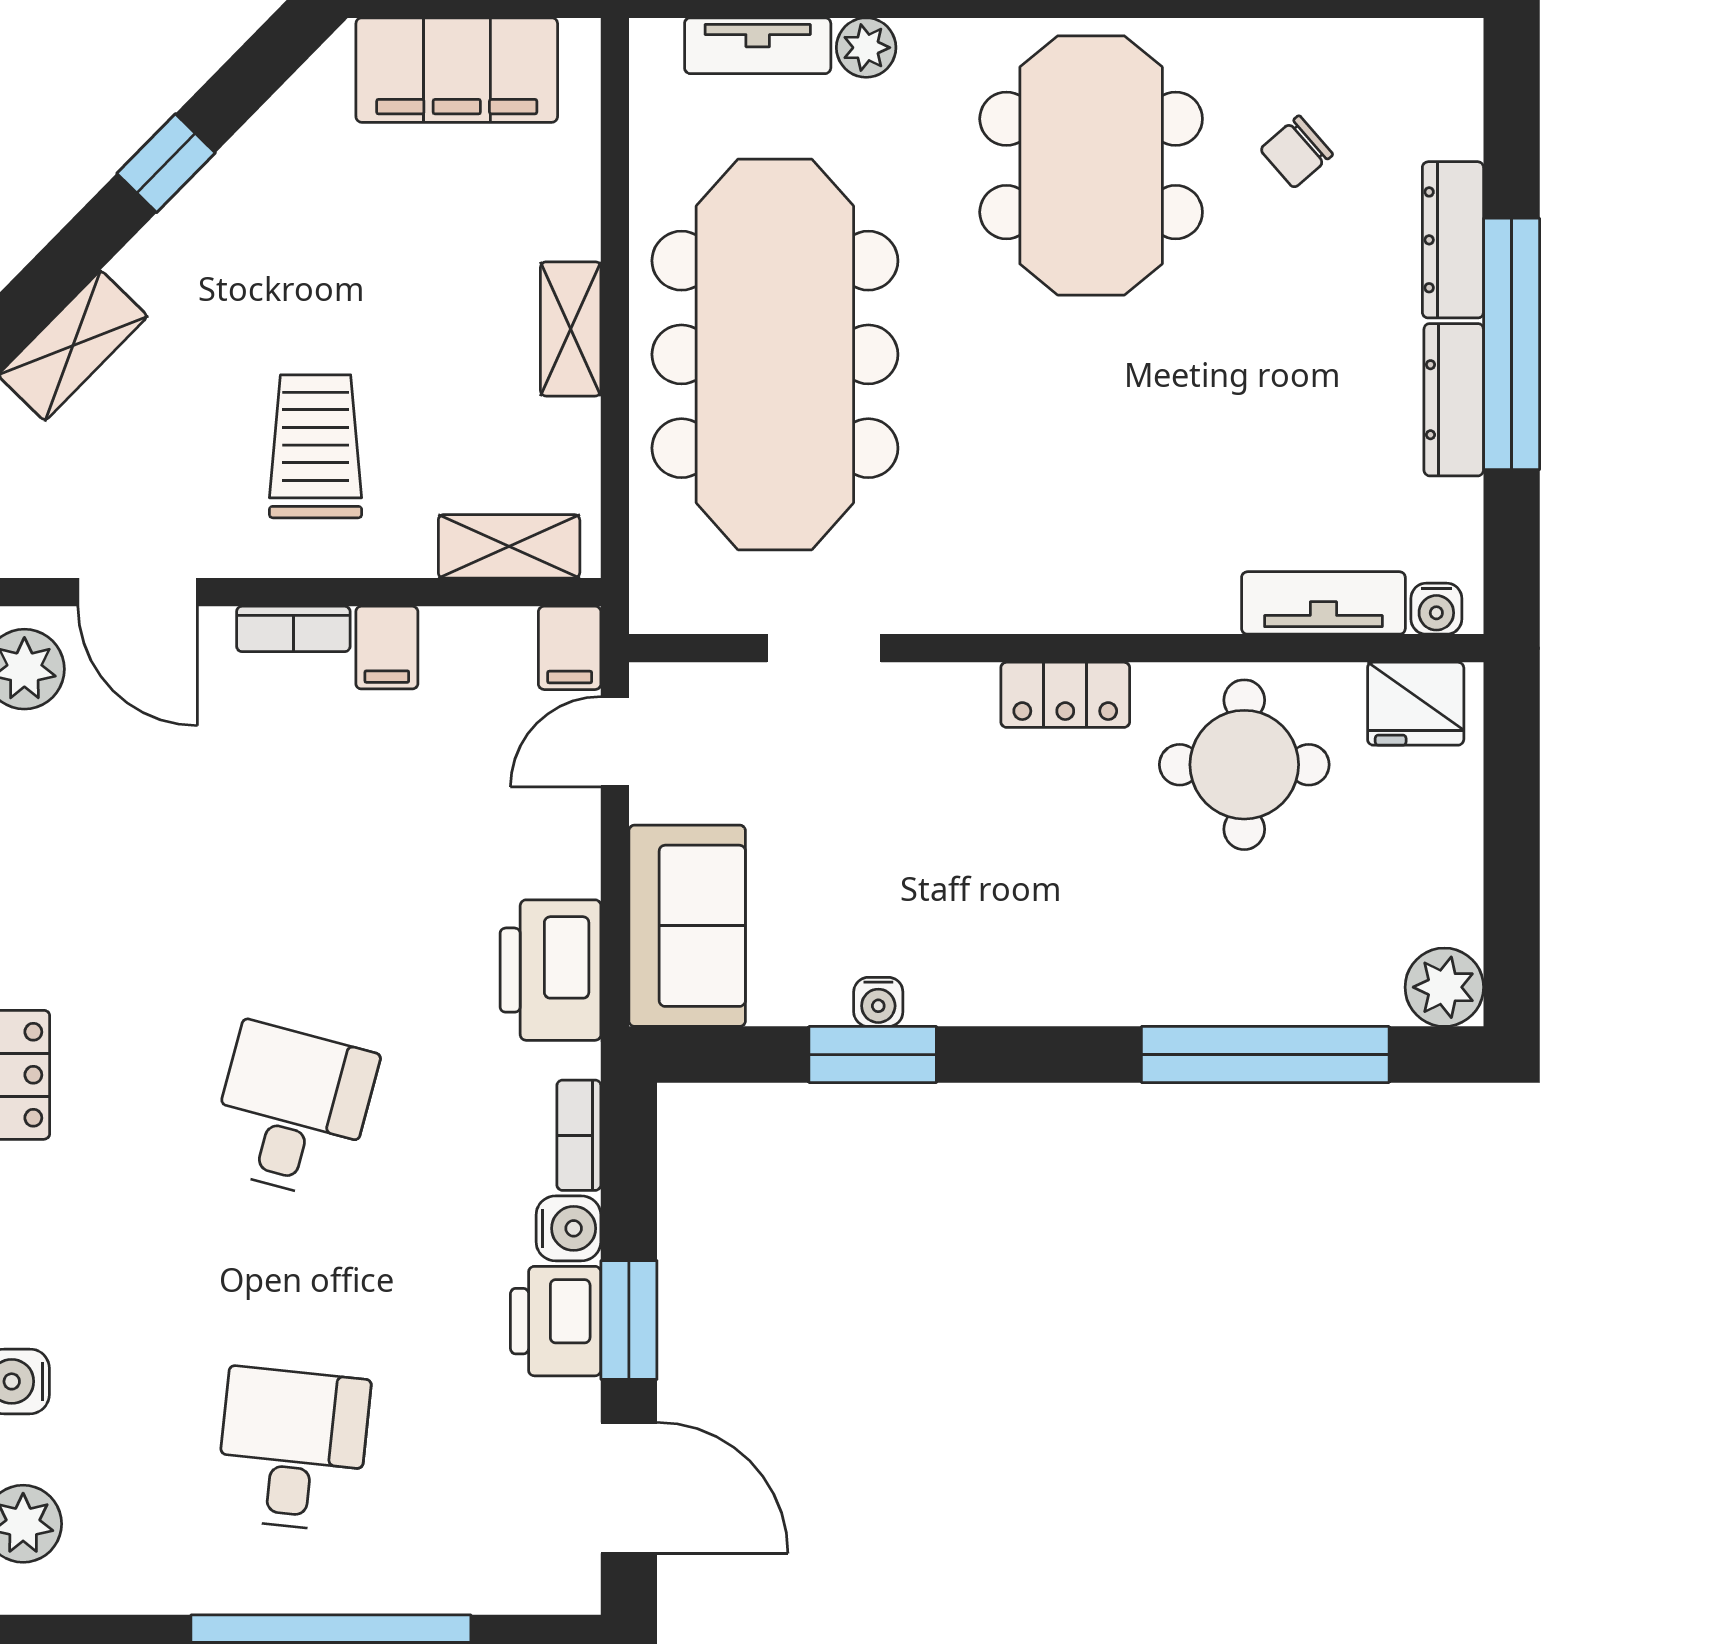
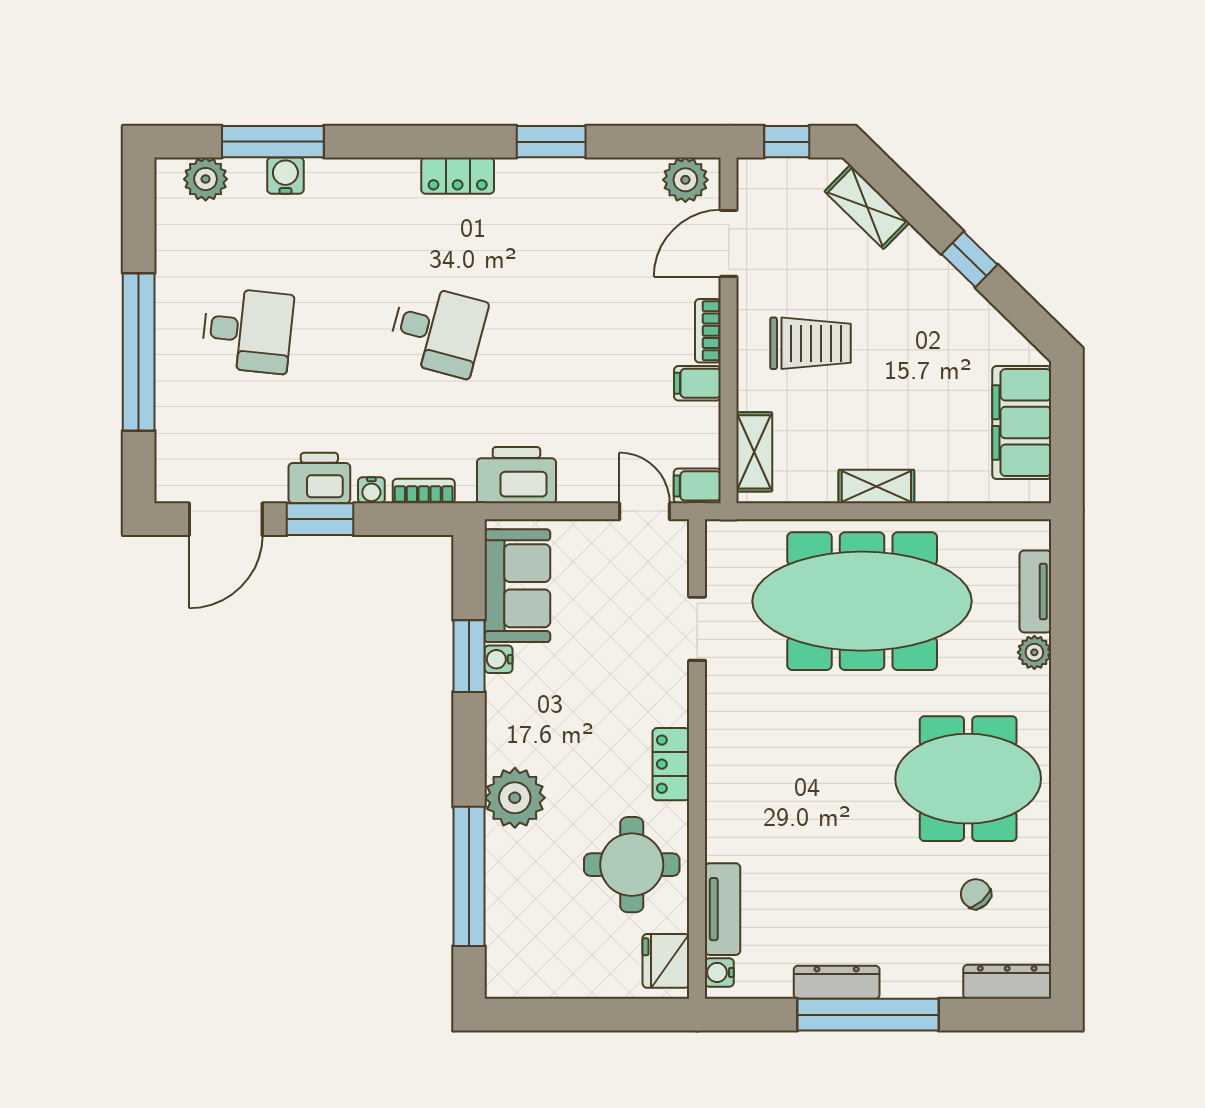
dresser: (1453, 240) -> (1007, 982), moved
sofa: (687, 926) -> (517, 586), moved, turned -90
plant: (1444, 987) -> (515, 798), moved, width x1.36, depth x1.36
water cooler: (568, 1228) -> (371, 490), width x0.72, depth x0.72

